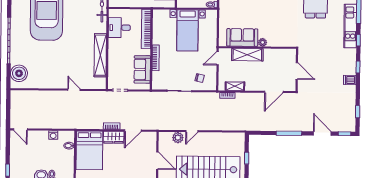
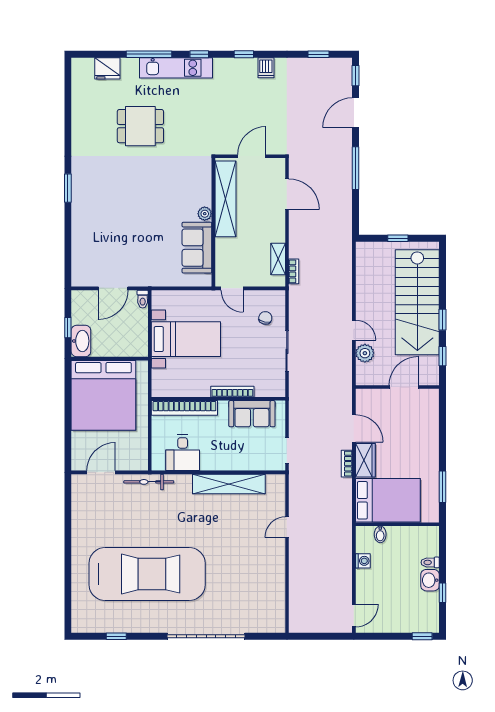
shelving: (247, 55) -> (225, 199), moved, width x1.47
boiler: (19, 73) -> (261, 619), removed

